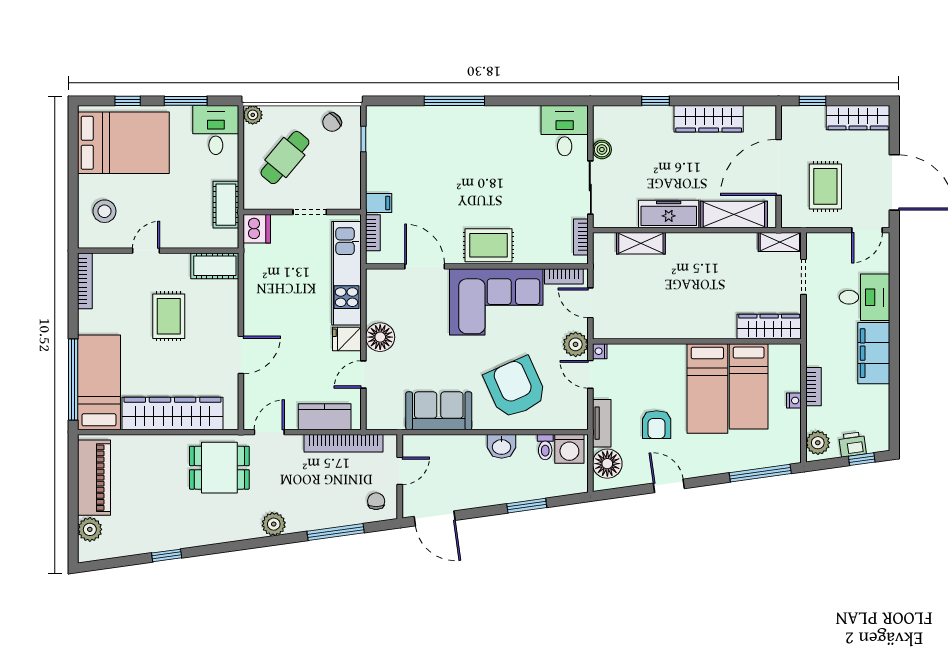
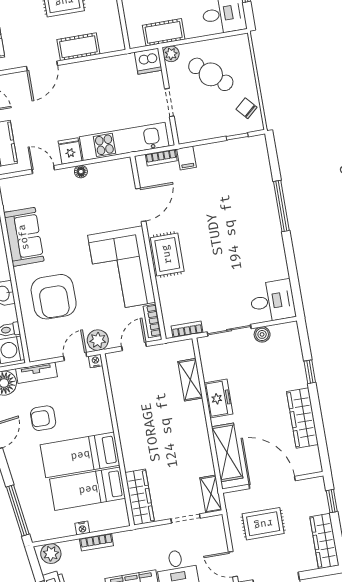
plant: (253, 115) -> (171, 54), moved
freezer: (669, 214) -> (218, 399), width x0.71
cot: (215, 266) -> (78, 47), moved, turned 90
floor lamp: (380, 337) -> (81, 172), width x0.53, depth x0.53
door: (241, 355) -> (42, 66), hinge flipped
armchair: (515, 388) -> (54, 297), turned 114

